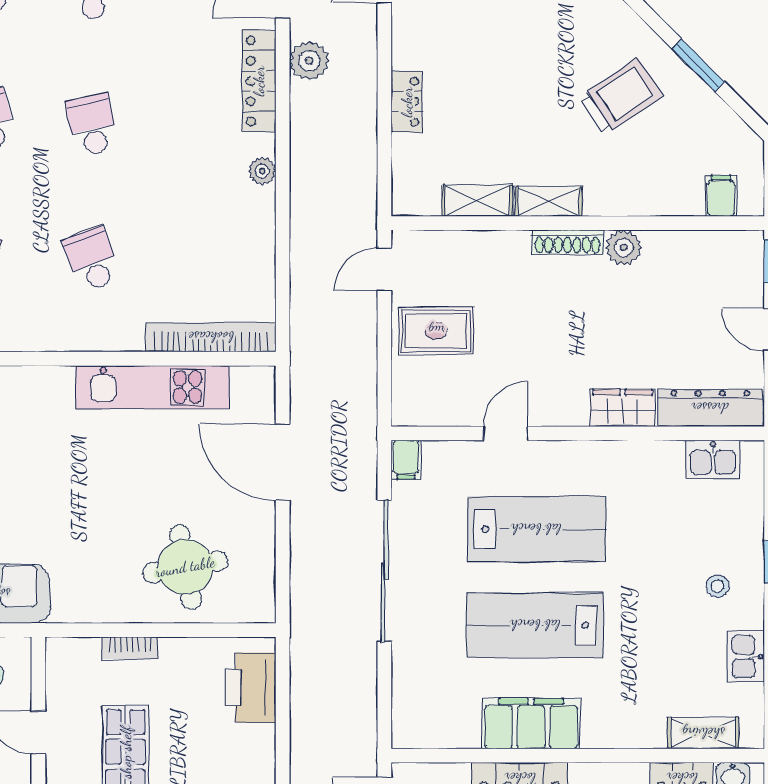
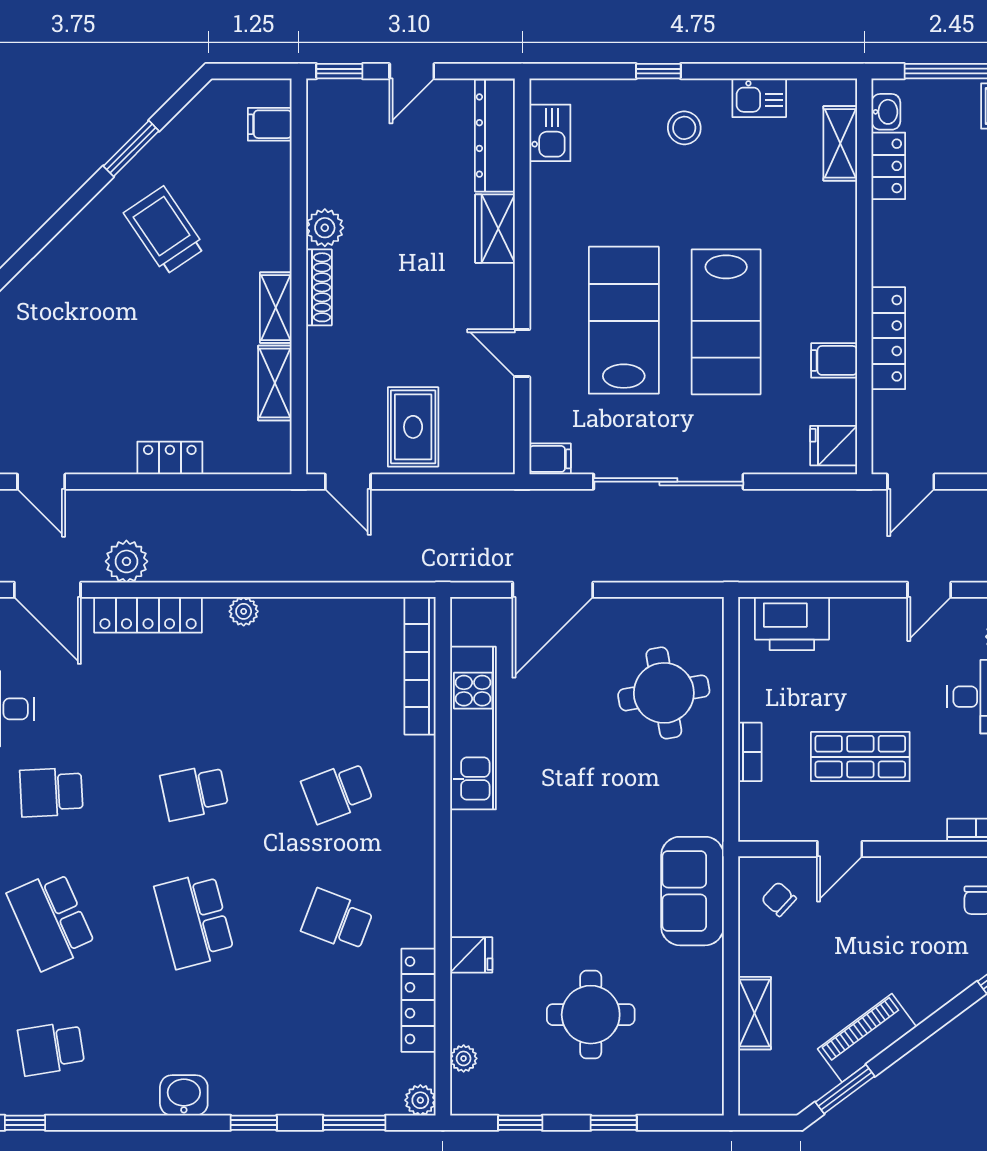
stool: (718, 586) -> (684, 128), width x1.37, depth x1.37
filing cabinet: (531, 724) -> (834, 360), width x0.33, depth x0.86
fridge: (418, 727) -> (834, 446), added

